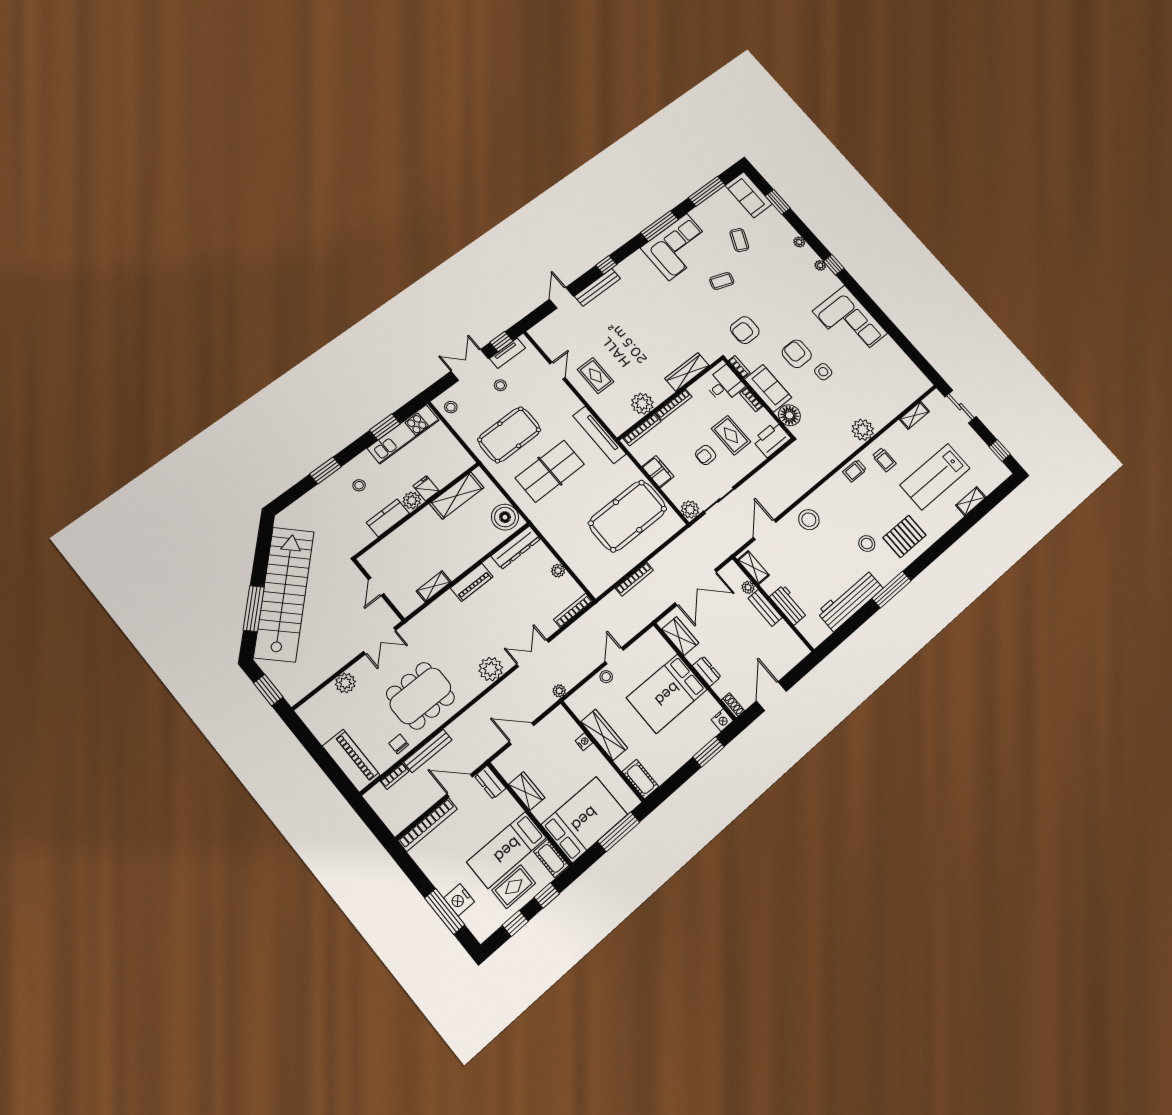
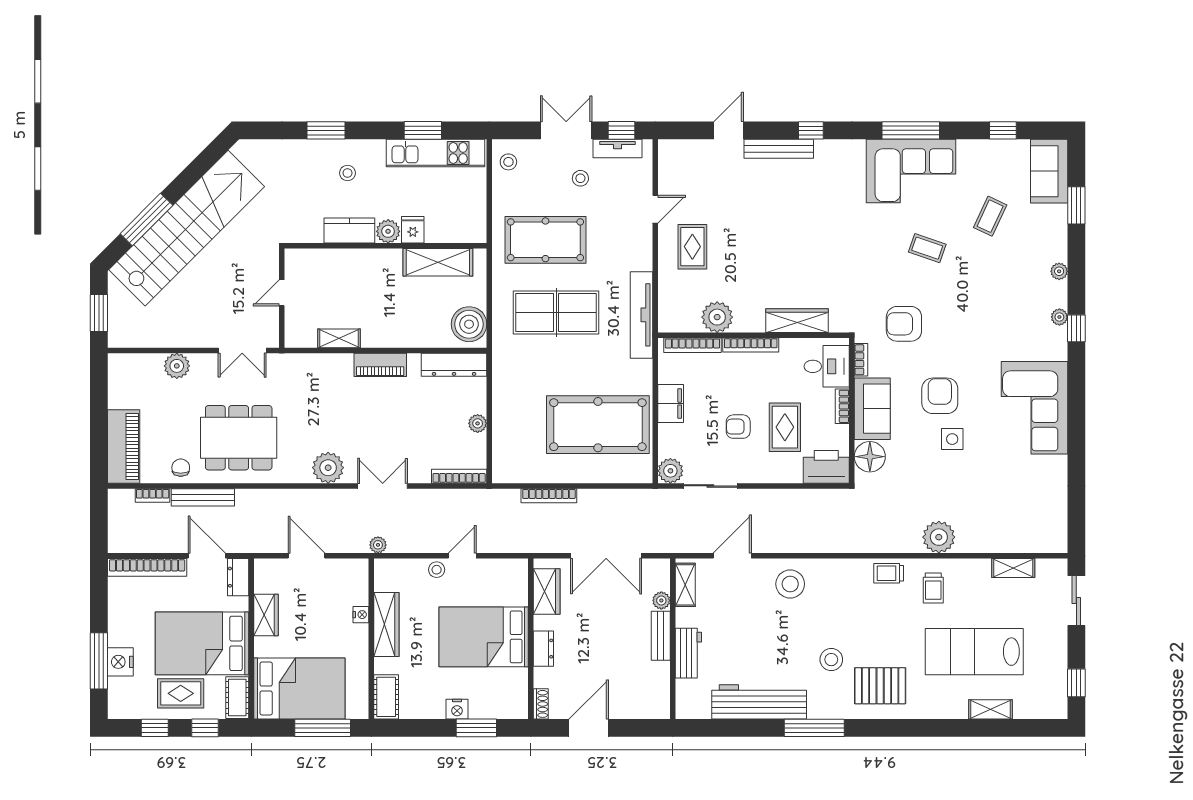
window: (707, 191) -> (1003, 130), width x0.46
nightstand: (722, 720) -> (457, 709), moved
bed: (507, 850) -> (202, 643), width x1.50

